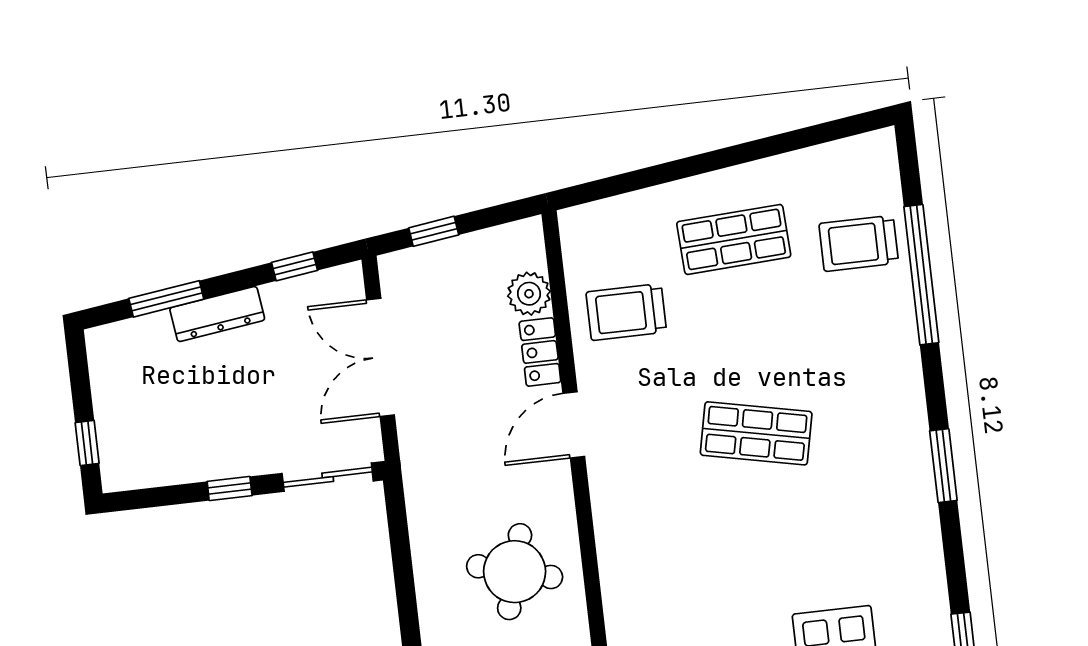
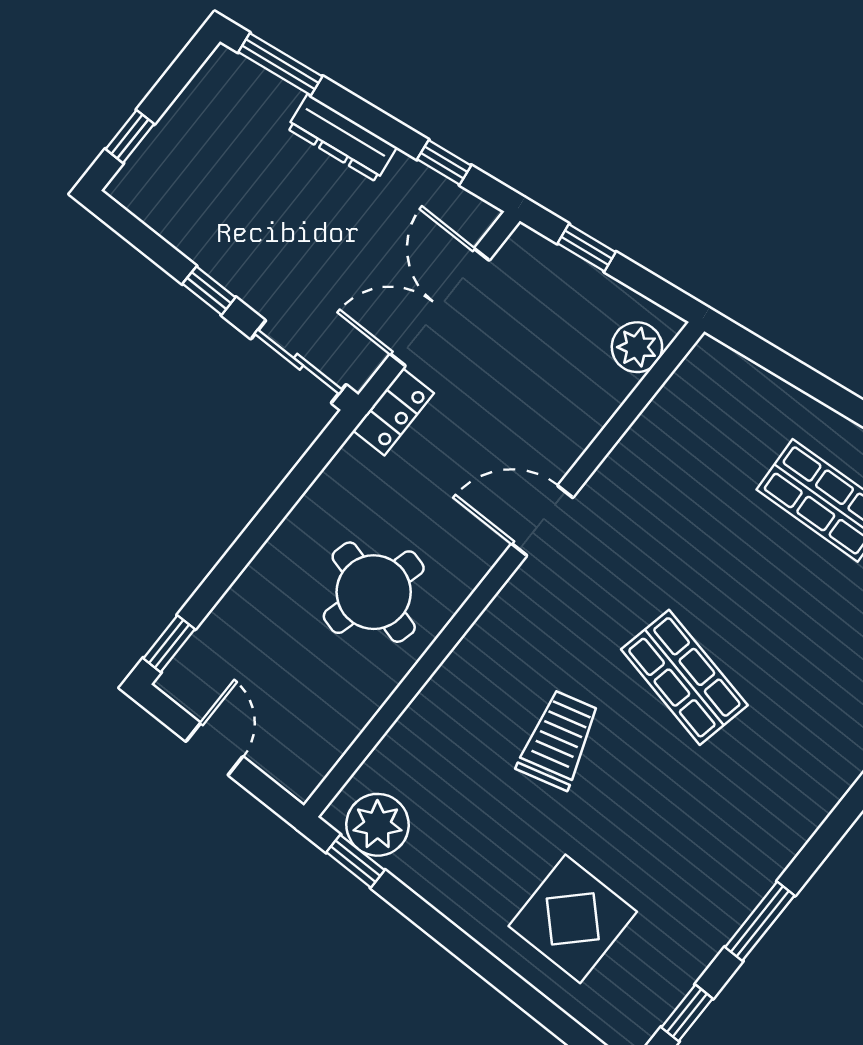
plant: (529, 294) -> (637, 347), moved
window: (166, 299) -> (280, 64), moved
trolley: (626, 312) -> (559, 740), moved, turned 75
locker: (540, 352) -> (393, 412), moved, turned 180
window: (943, 466) -> (760, 921), moved

